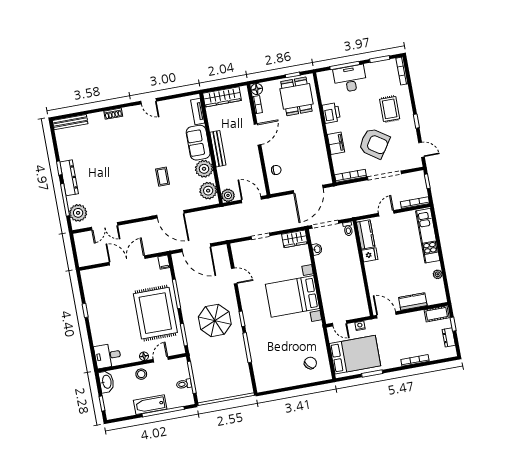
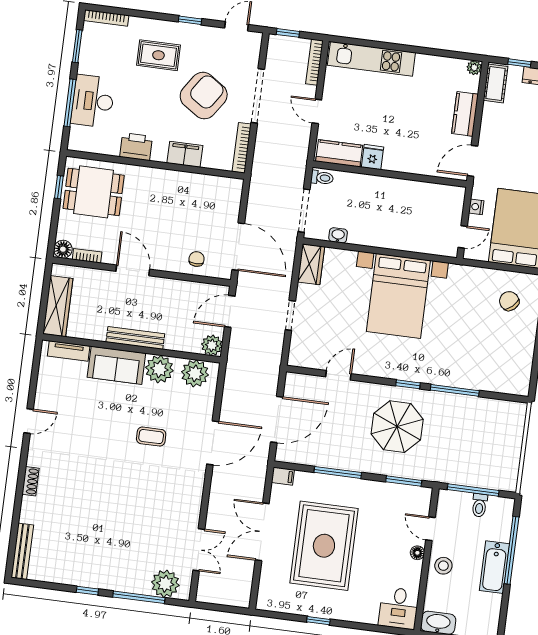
dresser: (69, 178) -> (107, 580), removed
door: (308, 189) -> (238, 247), moved
plant: (438, 274) -> (474, 68), moved
rug: (155, 313) -> (324, 546), moved, turned 90

